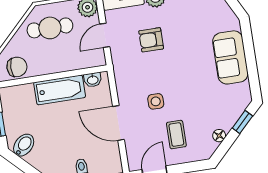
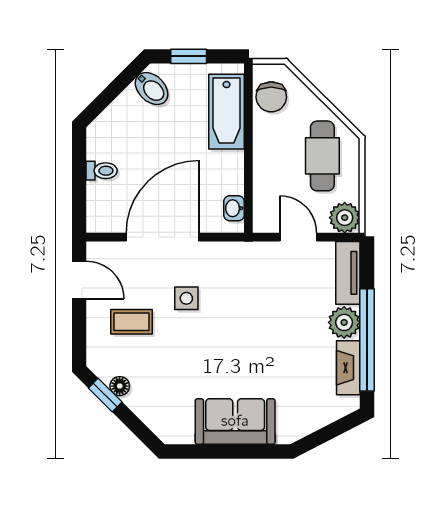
armchair: (151, 40) -> (280, 306), removed
bathtub: (60, 90) -> (227, 112), moved
window: (242, 122) -> (105, 395), moved
door: (119, 123) -> (163, 237), width x1.36

